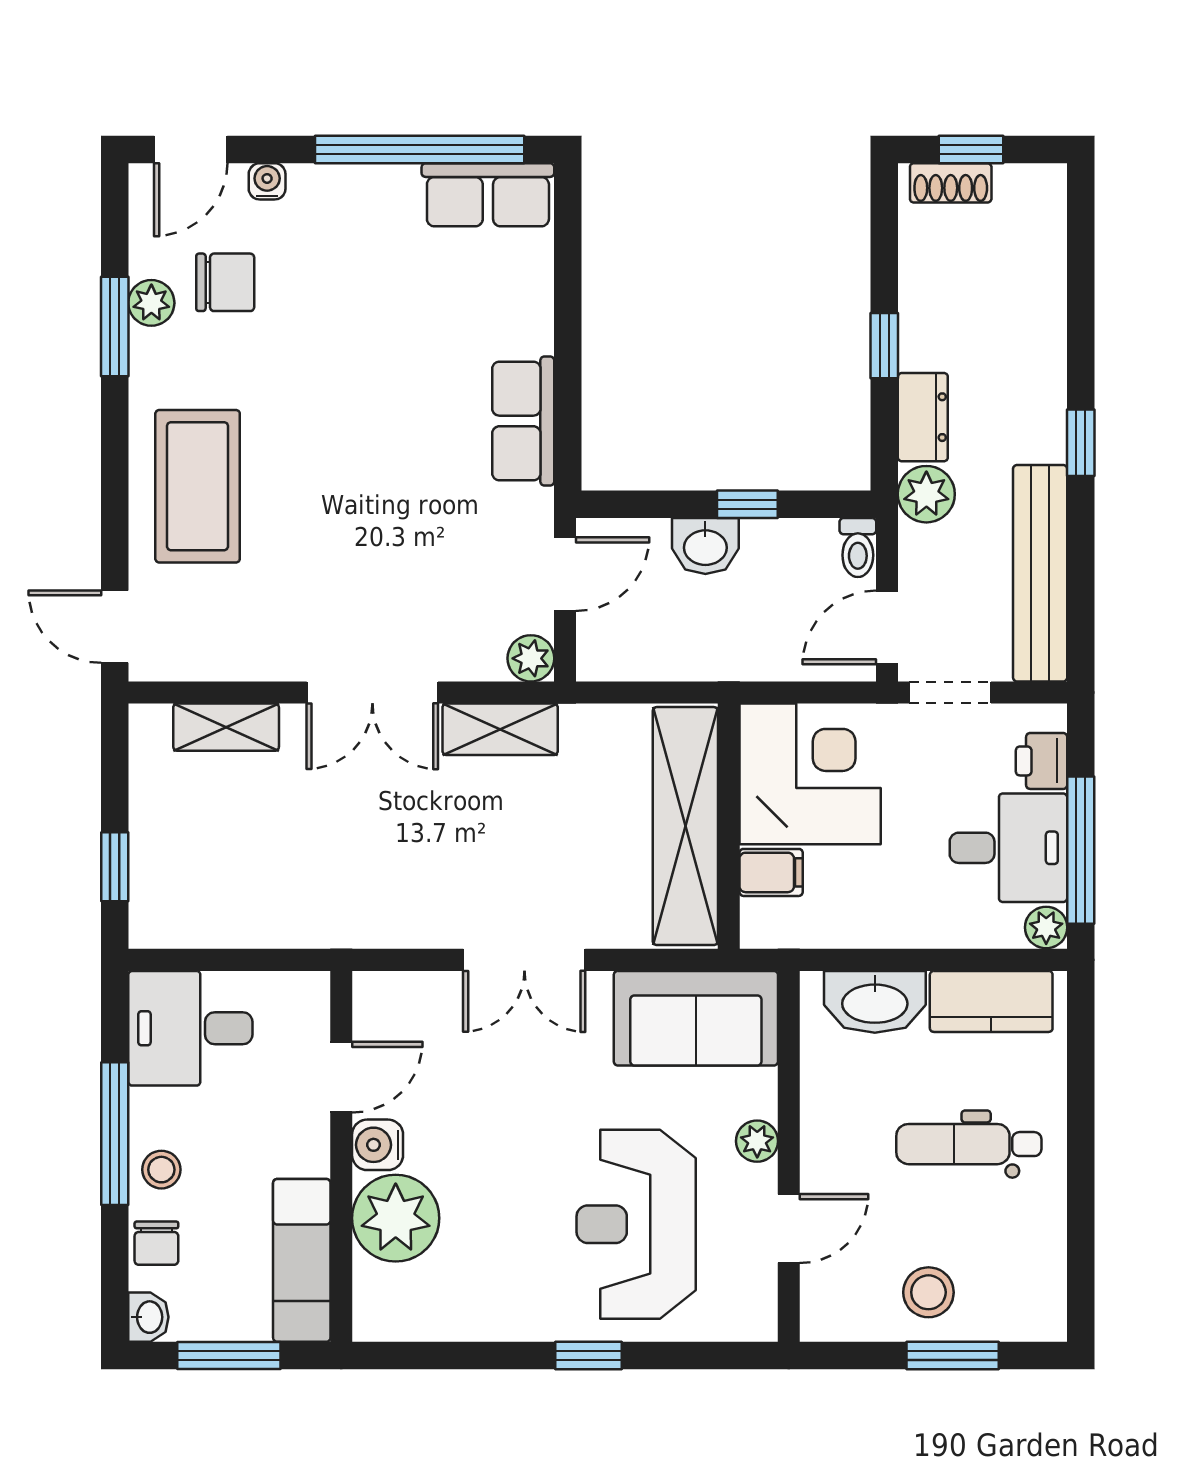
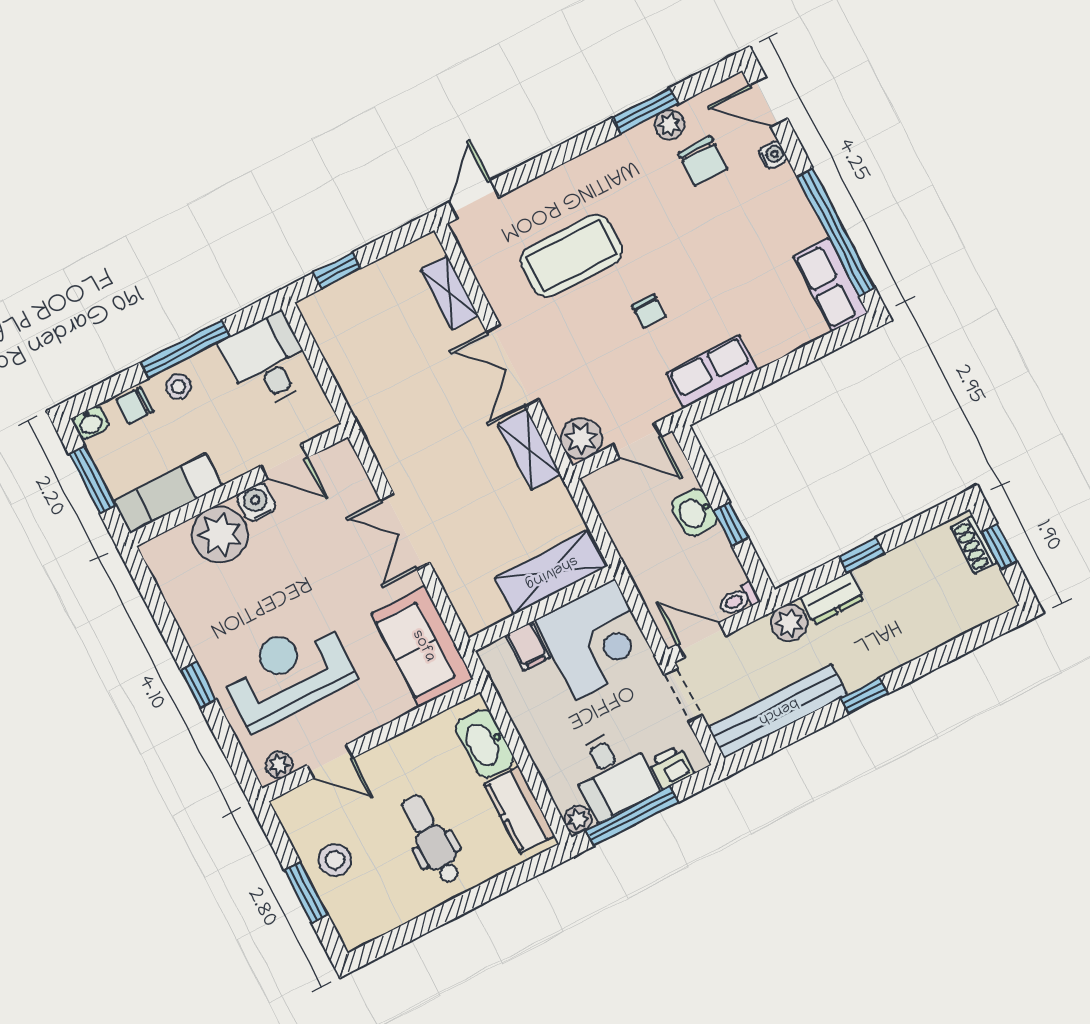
chair: (395, 465) -> (649, 311), added
coffee table: (198, 486) -> (571, 256), moved
plant: (531, 658) -> (581, 439), width x1.38, depth x1.38
shelving: (685, 826) -> (551, 572), width x0.68
plant: (757, 1141) -> (279, 765), moved

